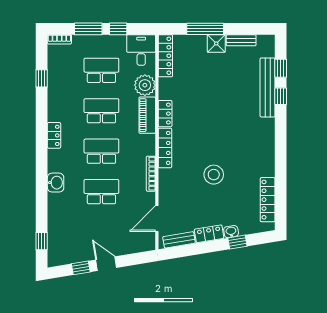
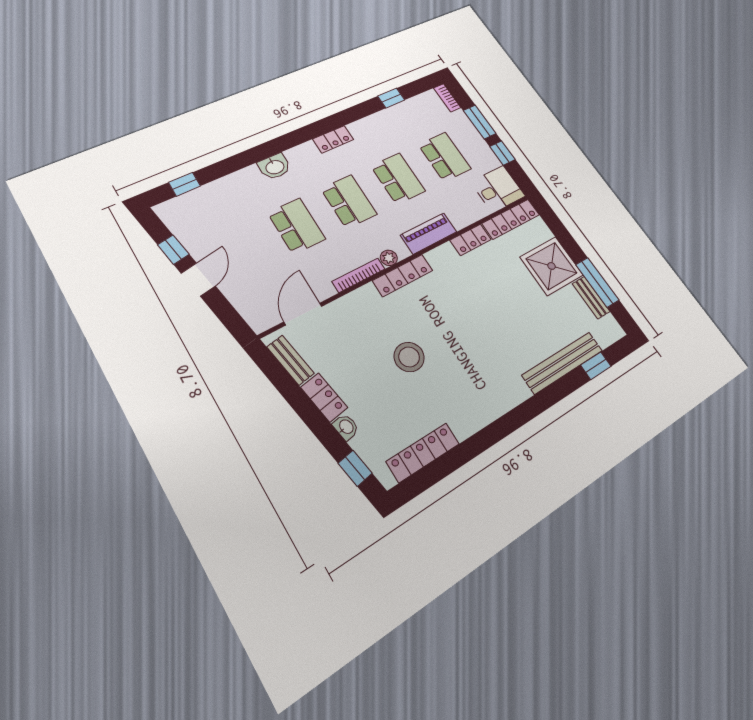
window: (205, 29) -> (597, 282), moved
shower: (216, 43) -> (552, 266), width x1.86, depth x1.86
plant: (145, 85) -> (389, 258), moved, width x0.53, depth x0.53
window: (281, 96) -> (564, 387), removed
locker: (165, 114) -> (471, 240), moved
door: (157, 218) -> (303, 314), hinge flipped
window: (237, 242) -> (355, 468), moved

